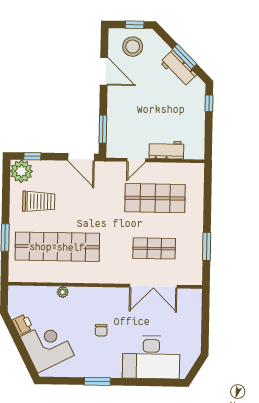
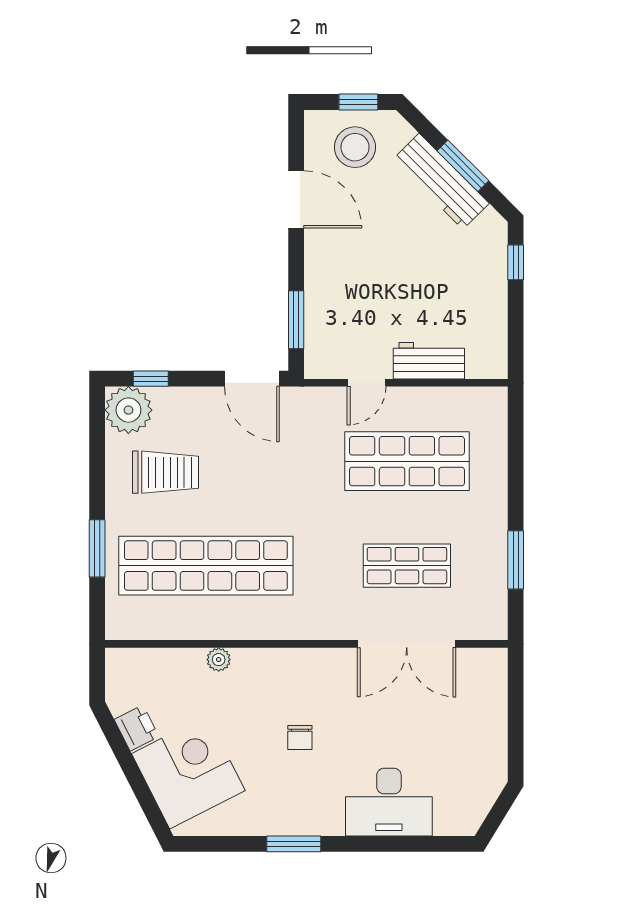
workbench: (178, 68) -> (441, 181), width x1.38
desk: (151, 357) -> (389, 802), width x0.73, depth x0.77

